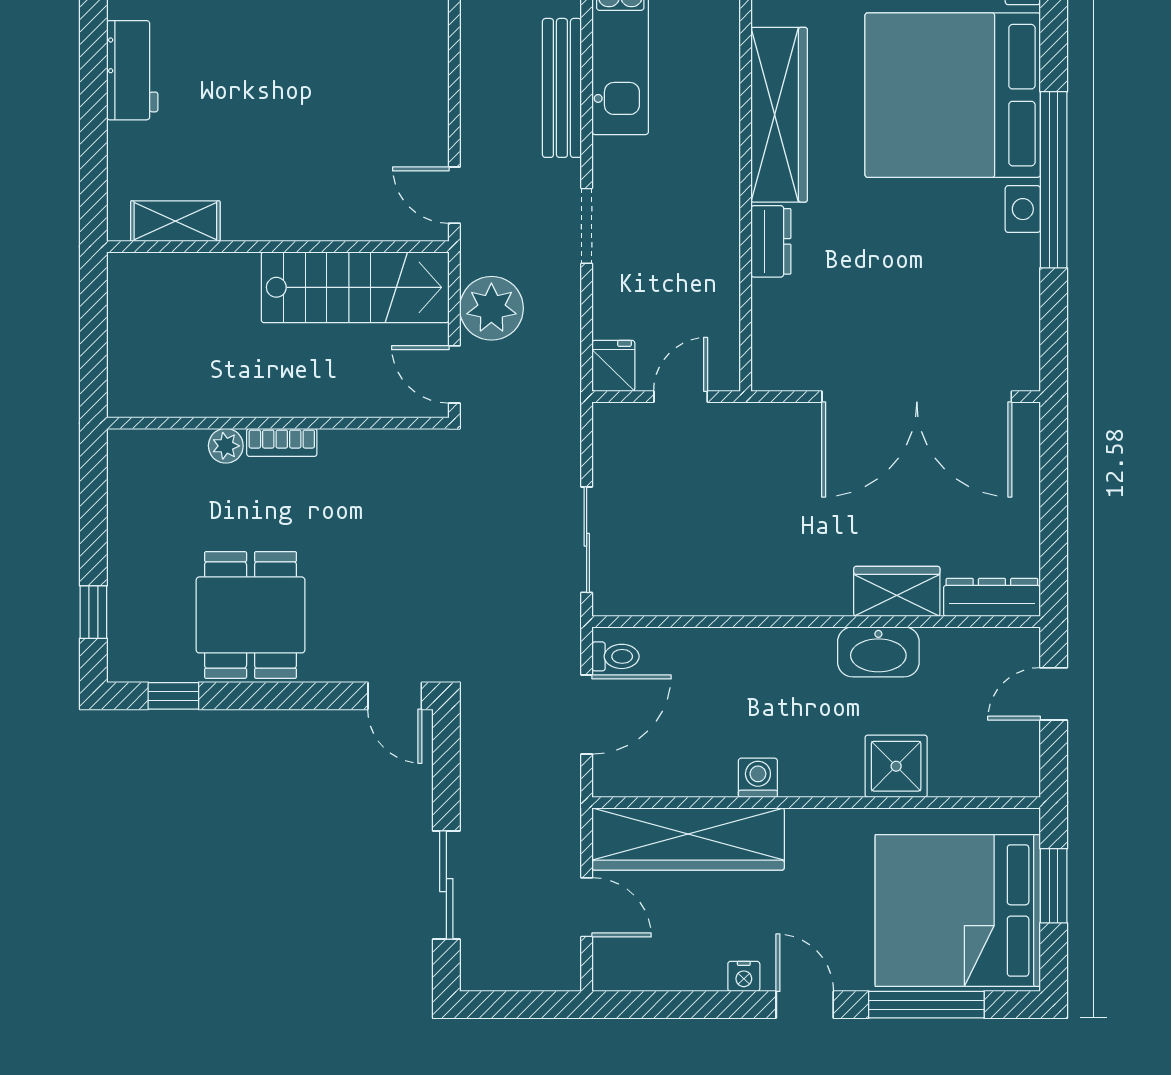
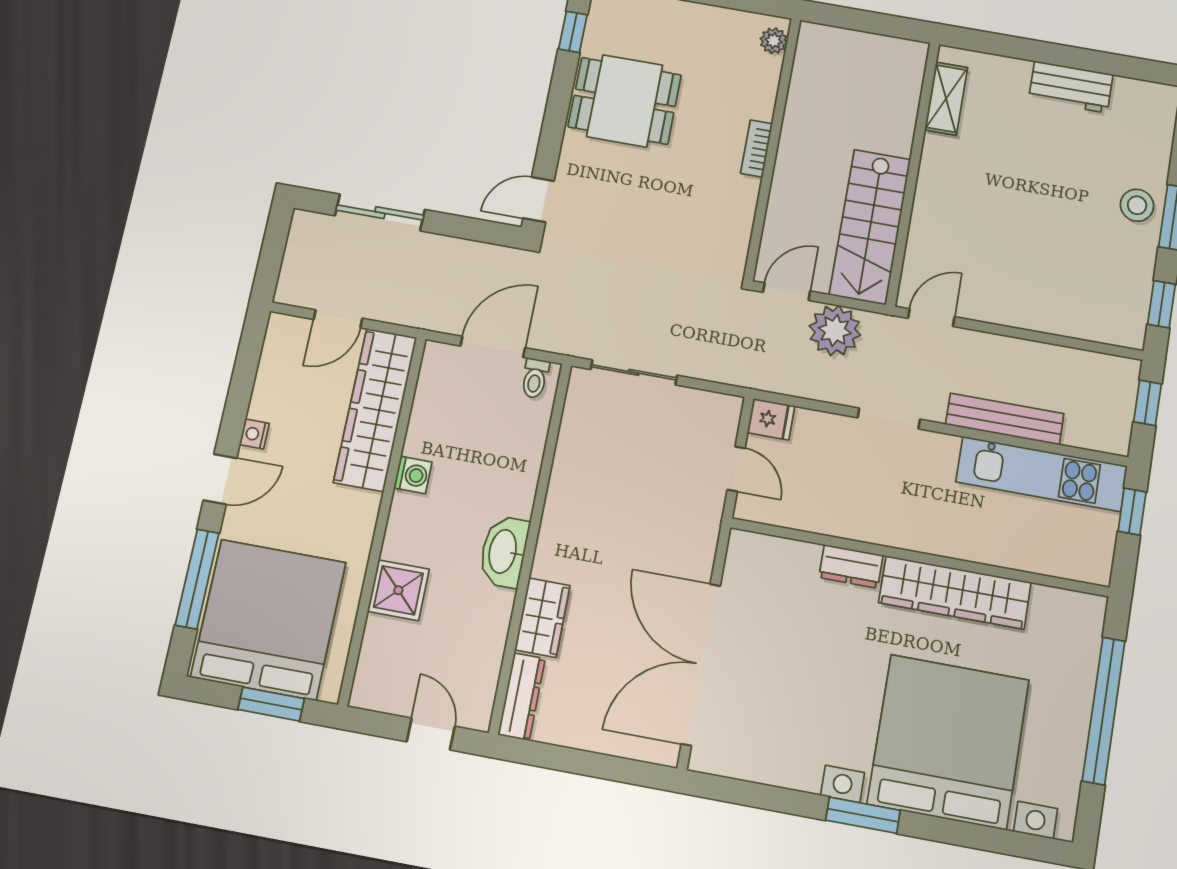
window: (1054, 180) -> (863, 815), width x0.47
plant: (226, 446) -> (774, 41), moved
washbasin: (878, 652) -> (504, 552), moved
door: (587, 715) -> (493, 347), swing flipped

